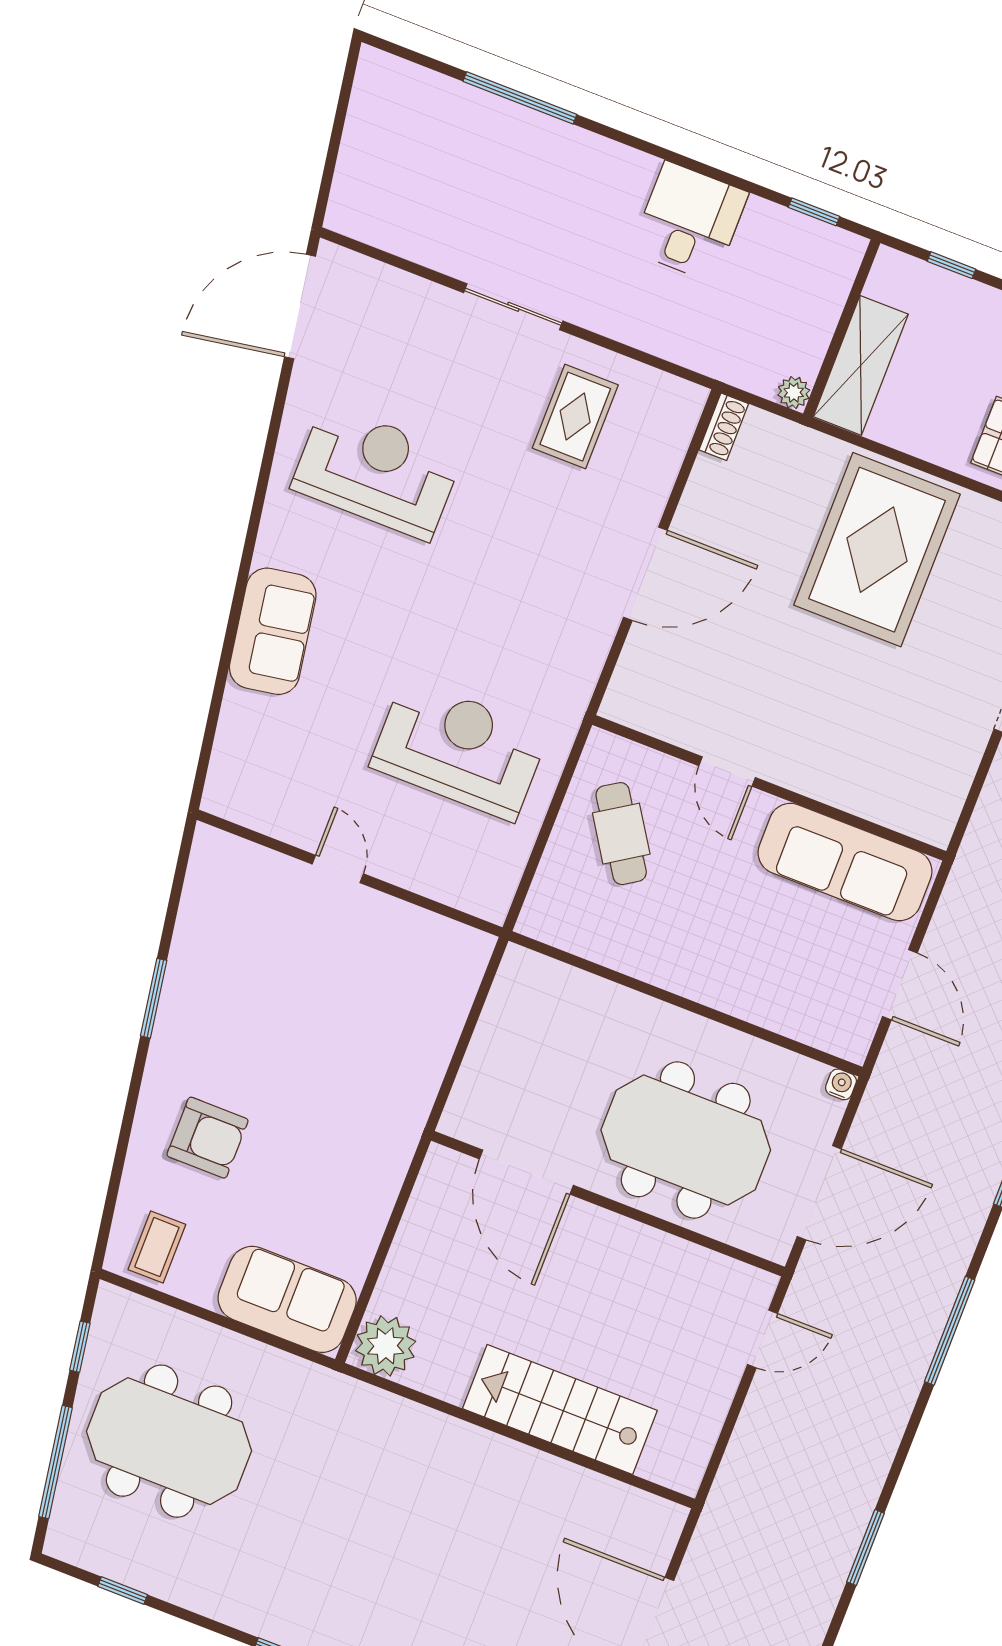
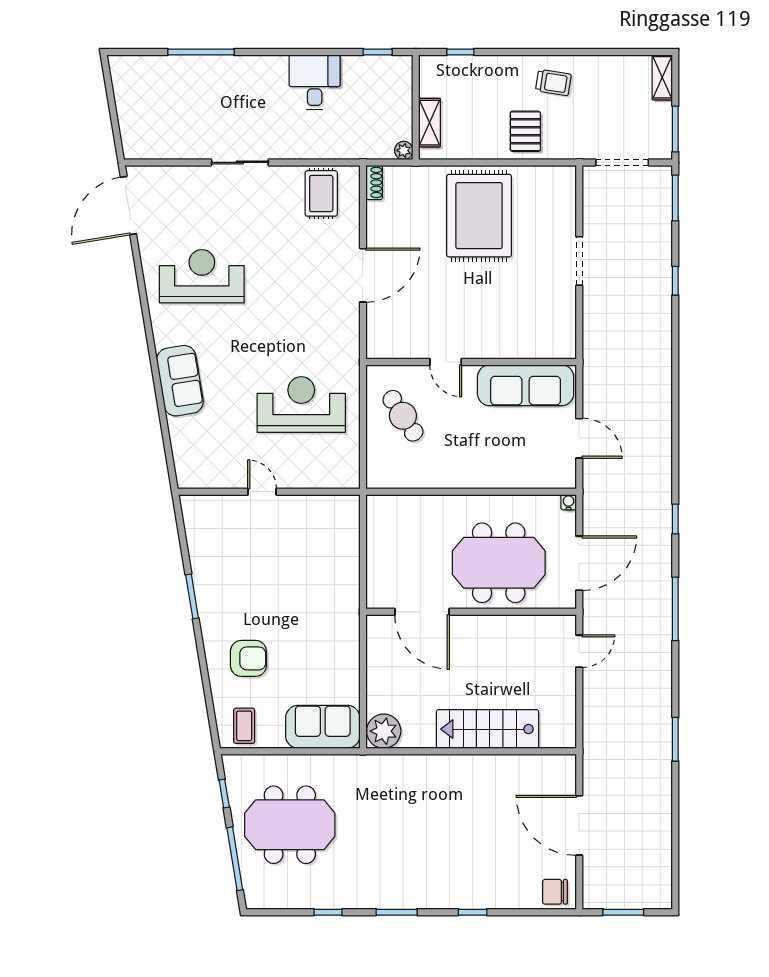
shelving: (861, 365) -> (430, 123), width x0.67, depth x0.75
rug: (575, 417) -> (321, 193), moved
window: (123, 1590) -> (328, 912), moved

